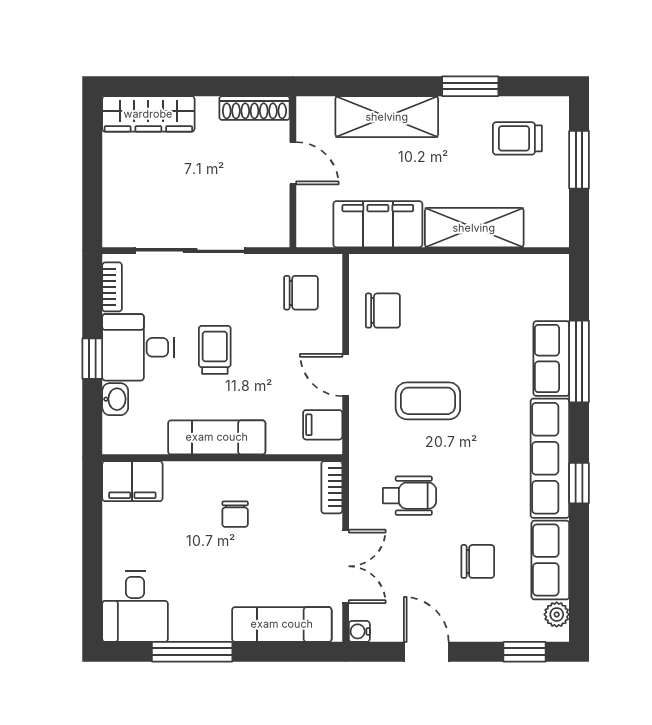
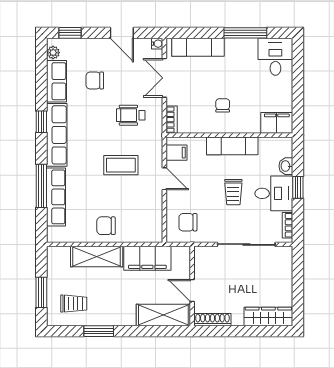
shelving: (387, 117) -> (163, 315), moved
chair: (383, 311) -> (106, 226), moved
row of seats: (551, 358) -> (56, 197), width x1.48

